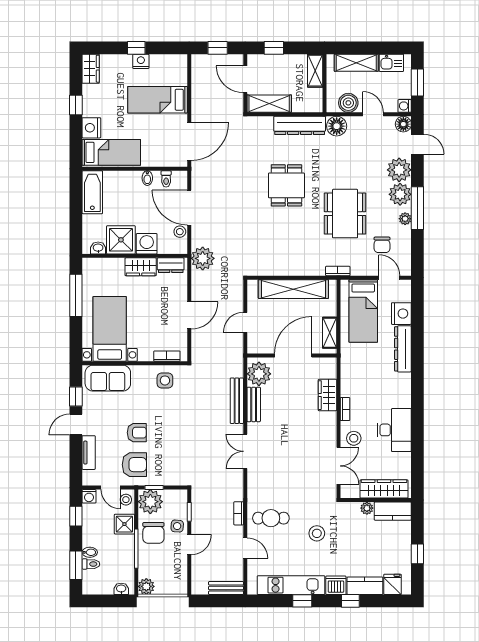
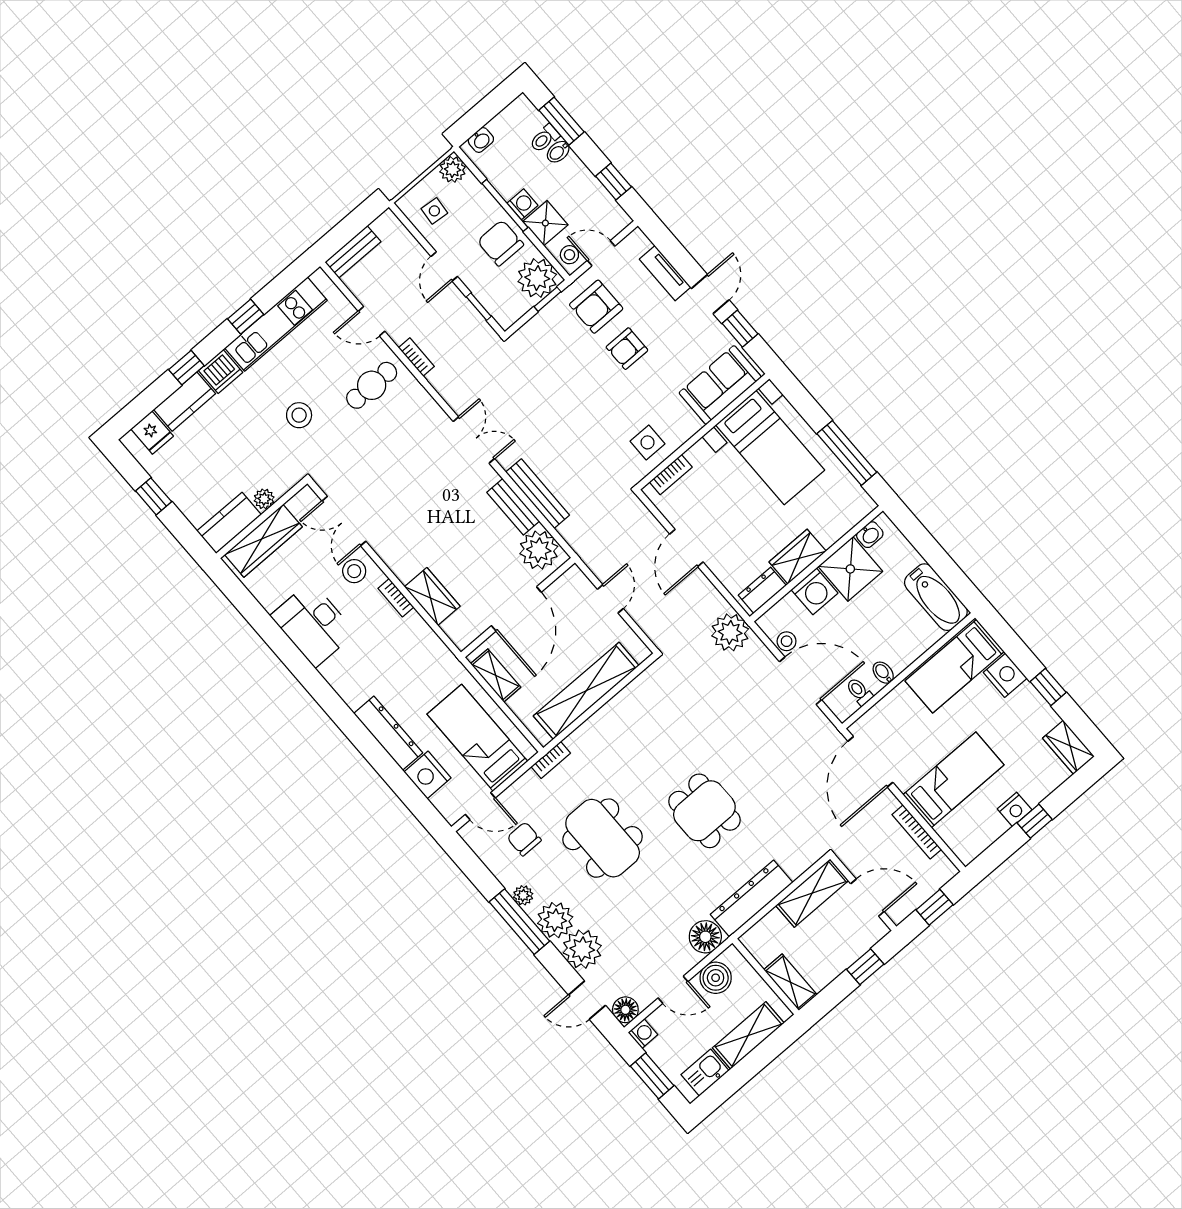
bookcase: (196, 90) -> (917, 832), added
washing machine: (89, 496) -> (522, 204), moved, turned 90
side table: (177, 526) -> (434, 211), moved

